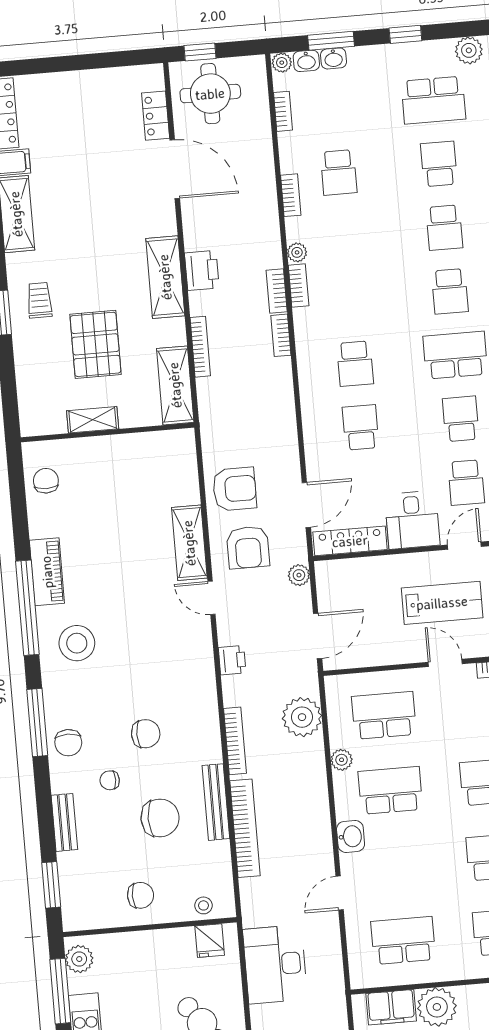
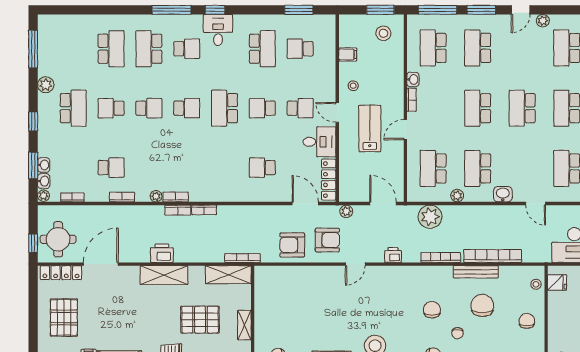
pallet: (79, 115) -> (64, 317), added
locker: (156, 116) -> (61, 273), width x1.53
bookcase: (200, 347) -> (242, 258), moved
school desk: (355, 364) -> (225, 168), removed
armchair: (235, 489) -> (292, 245), turned -90
shelving: (189, 543) -> (322, 274), removed

